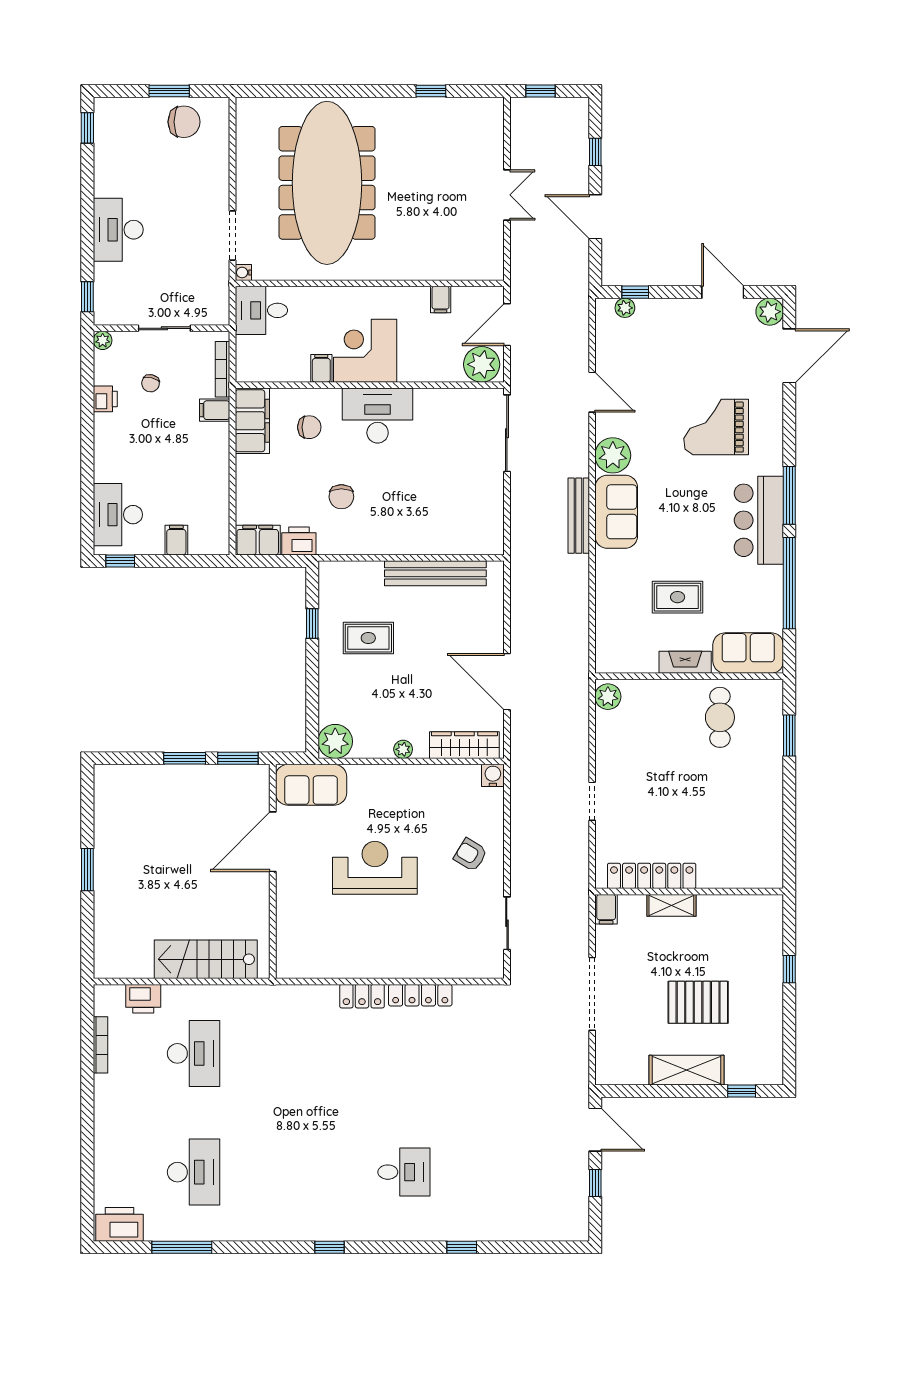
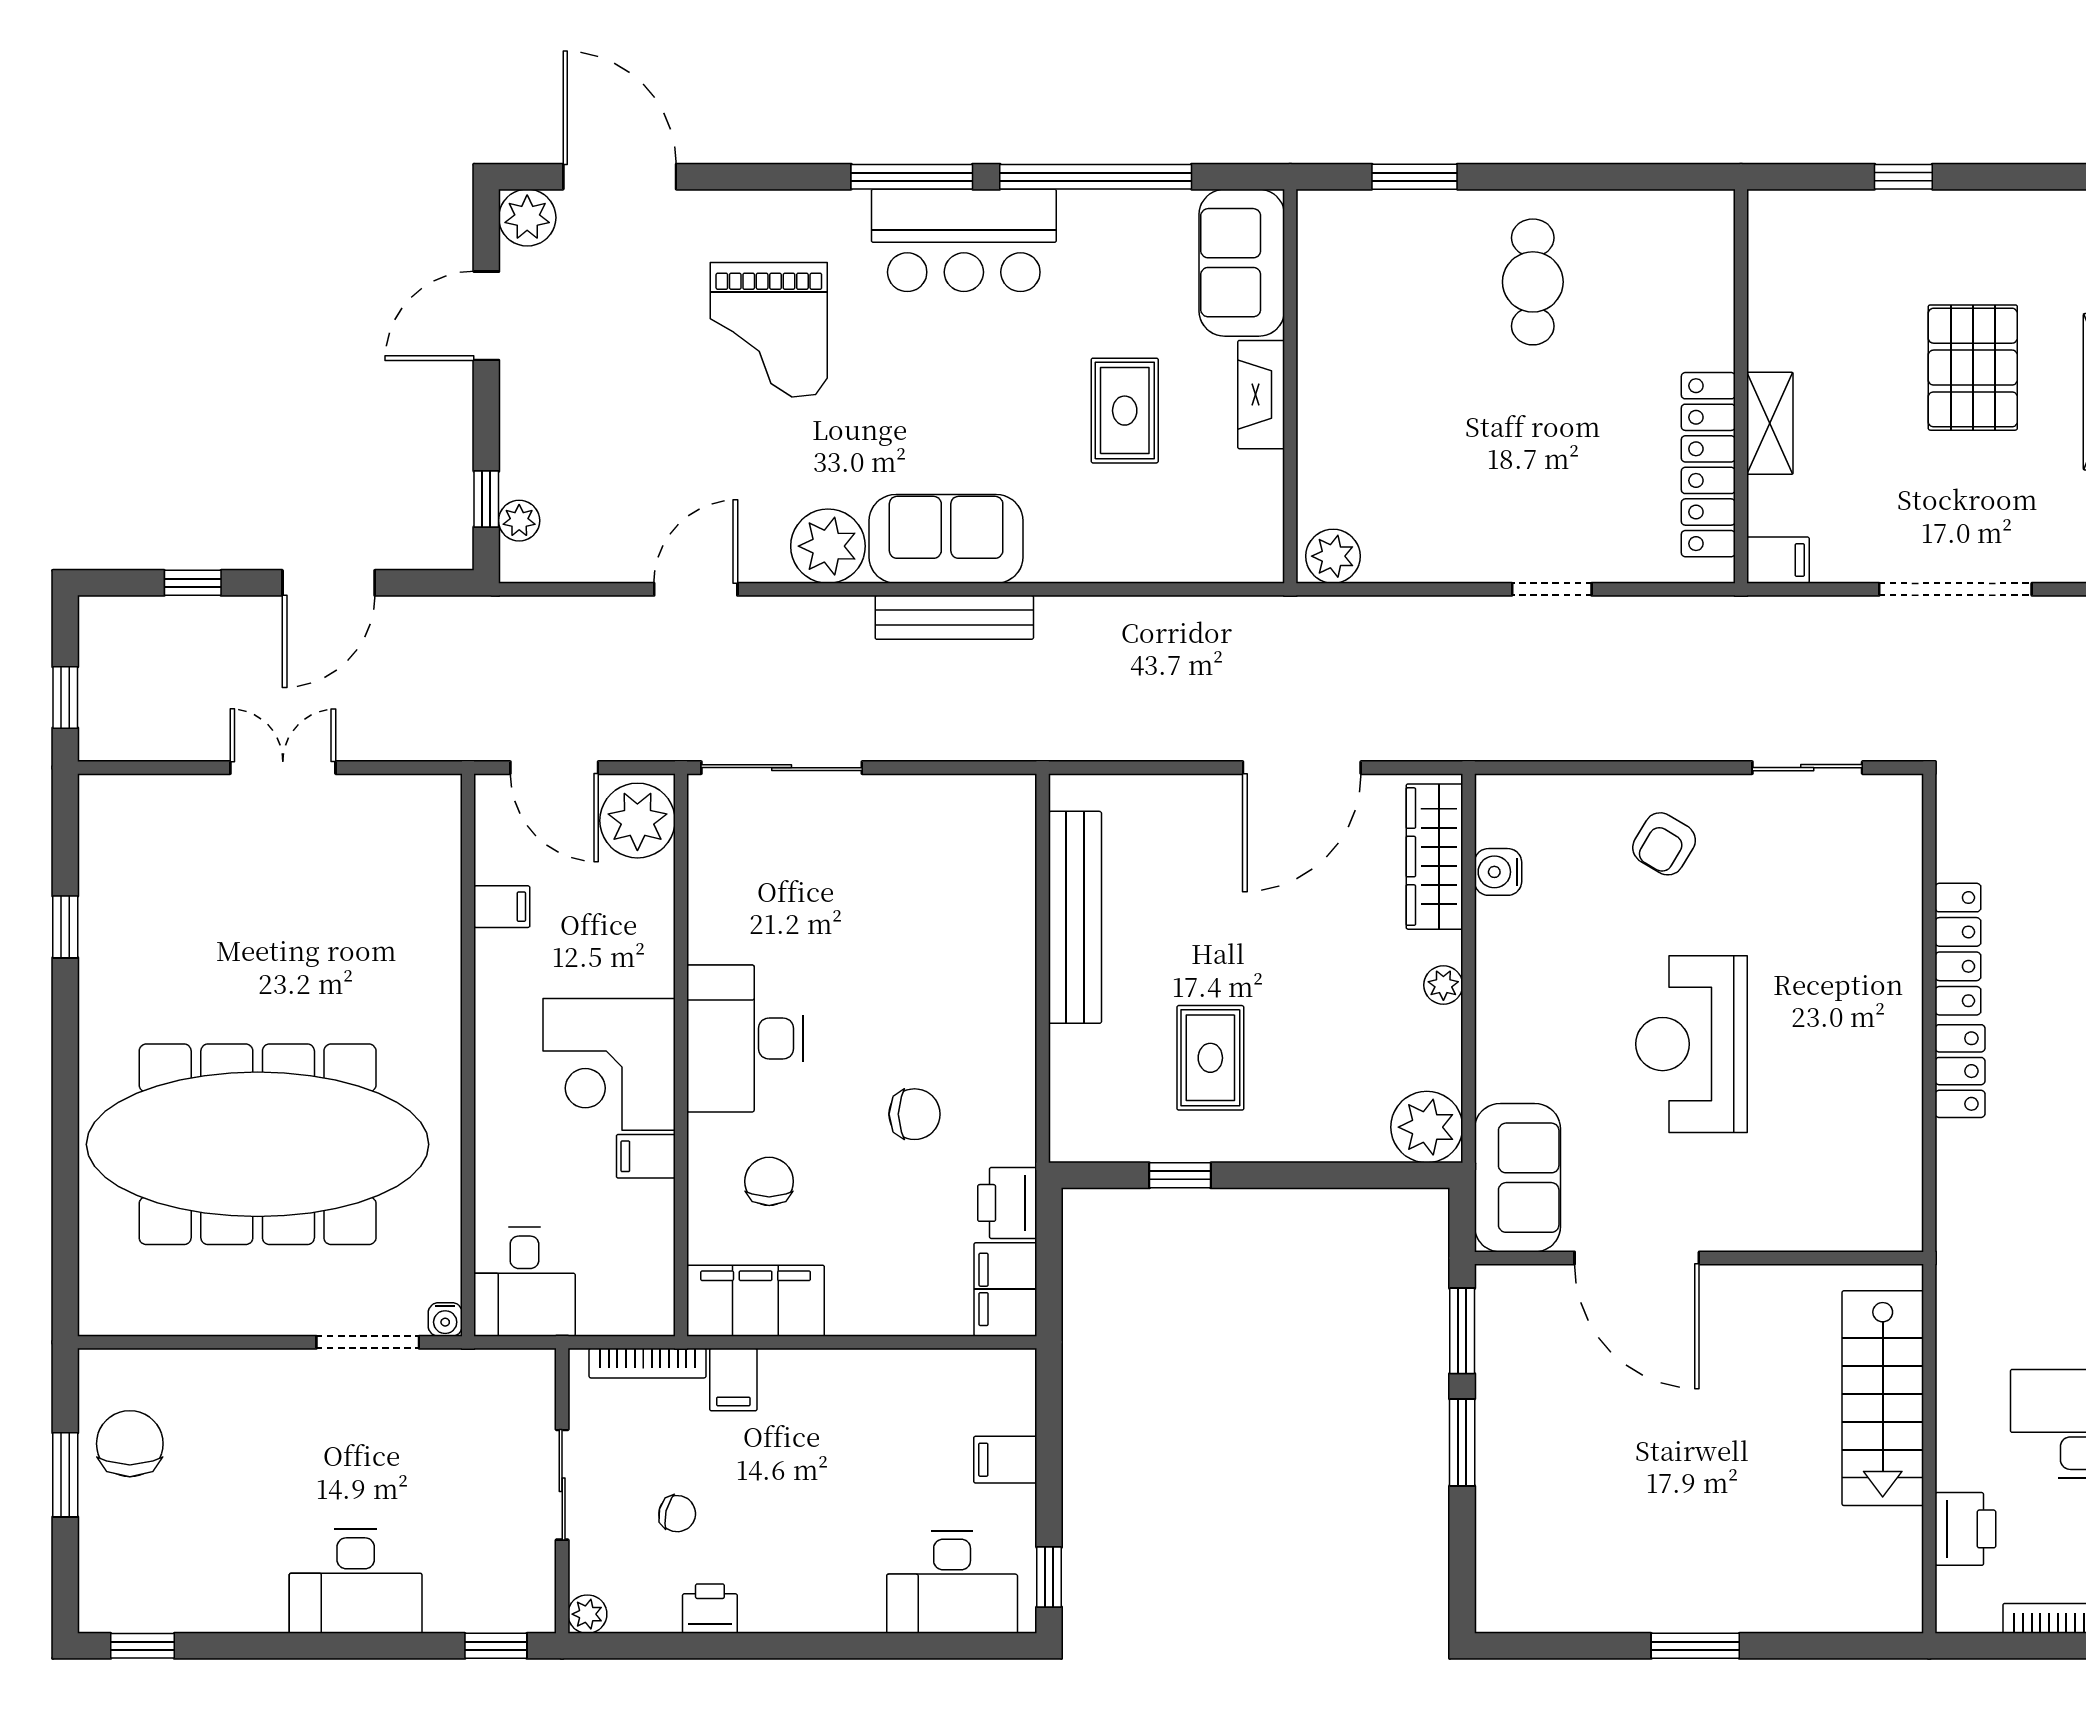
cafe table: (720, 717) -> (1533, 282), moved, turned 90
water cooler: (493, 775) -> (1498, 872), moved

